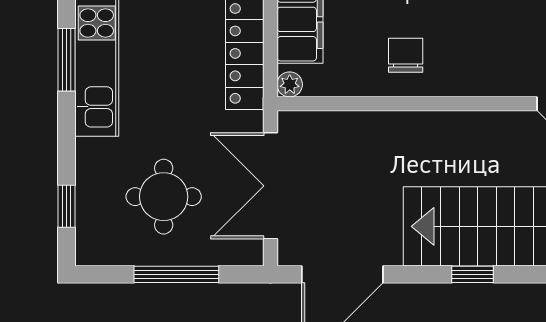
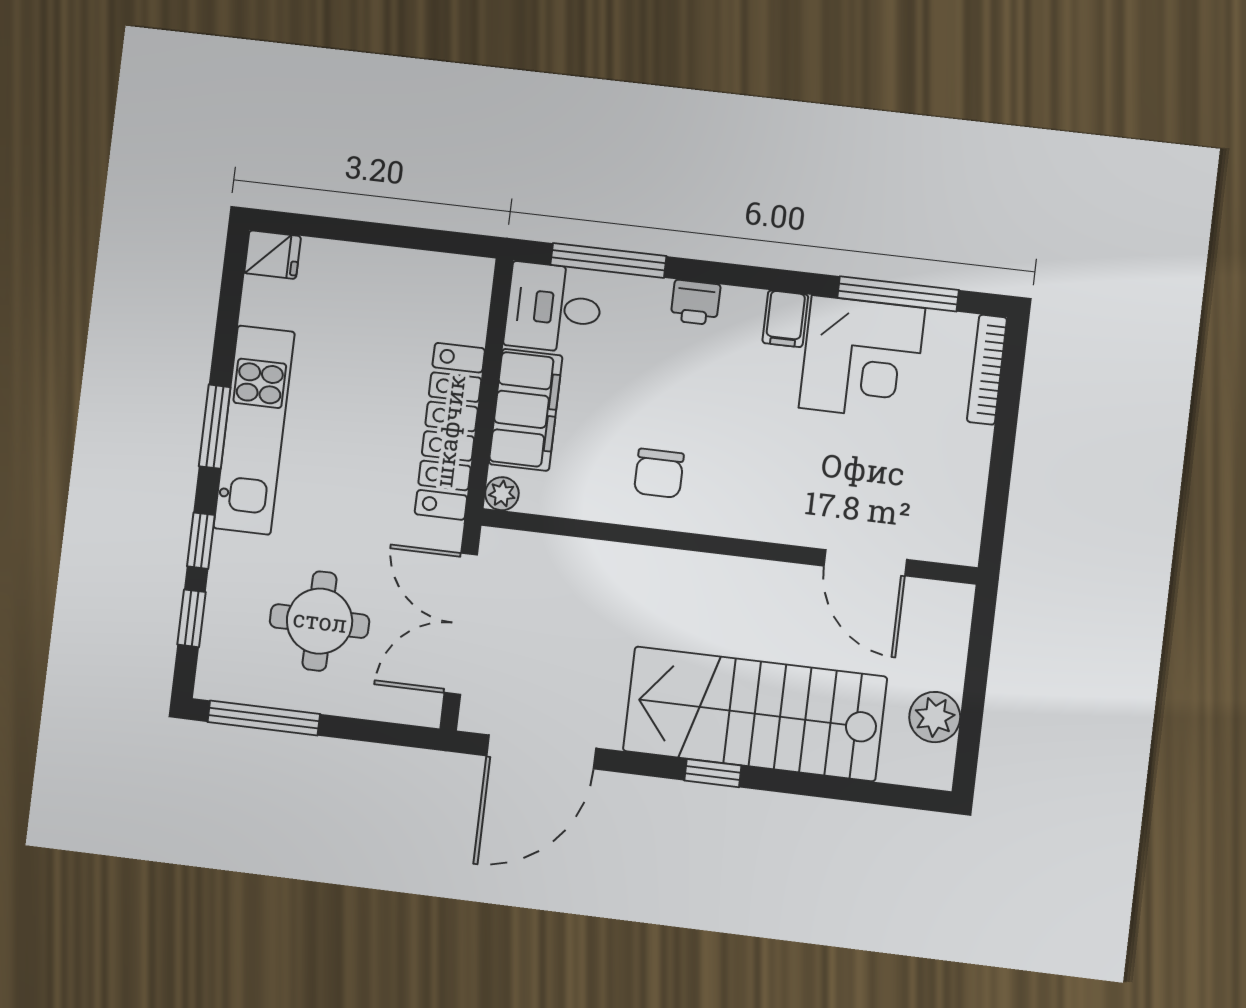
chair: (406, 55) -> (659, 473), turned 180
window: (67, 147) -> (201, 541), added
window: (176, 274) -> (264, 718), moved

